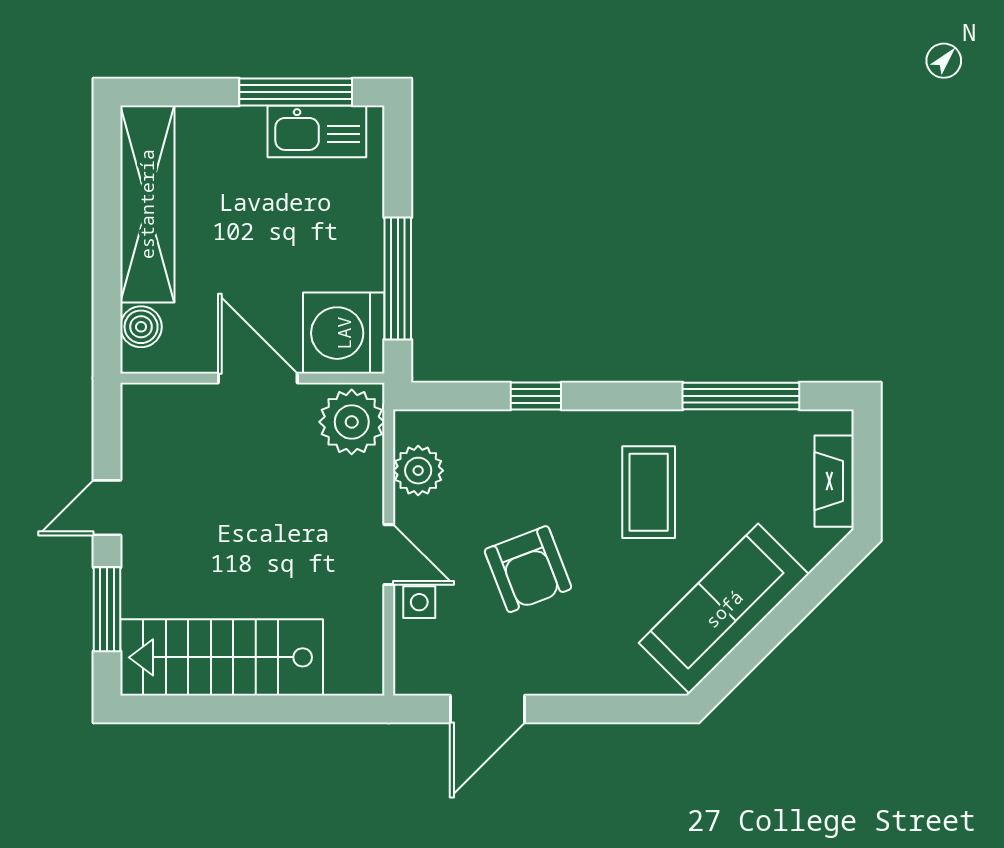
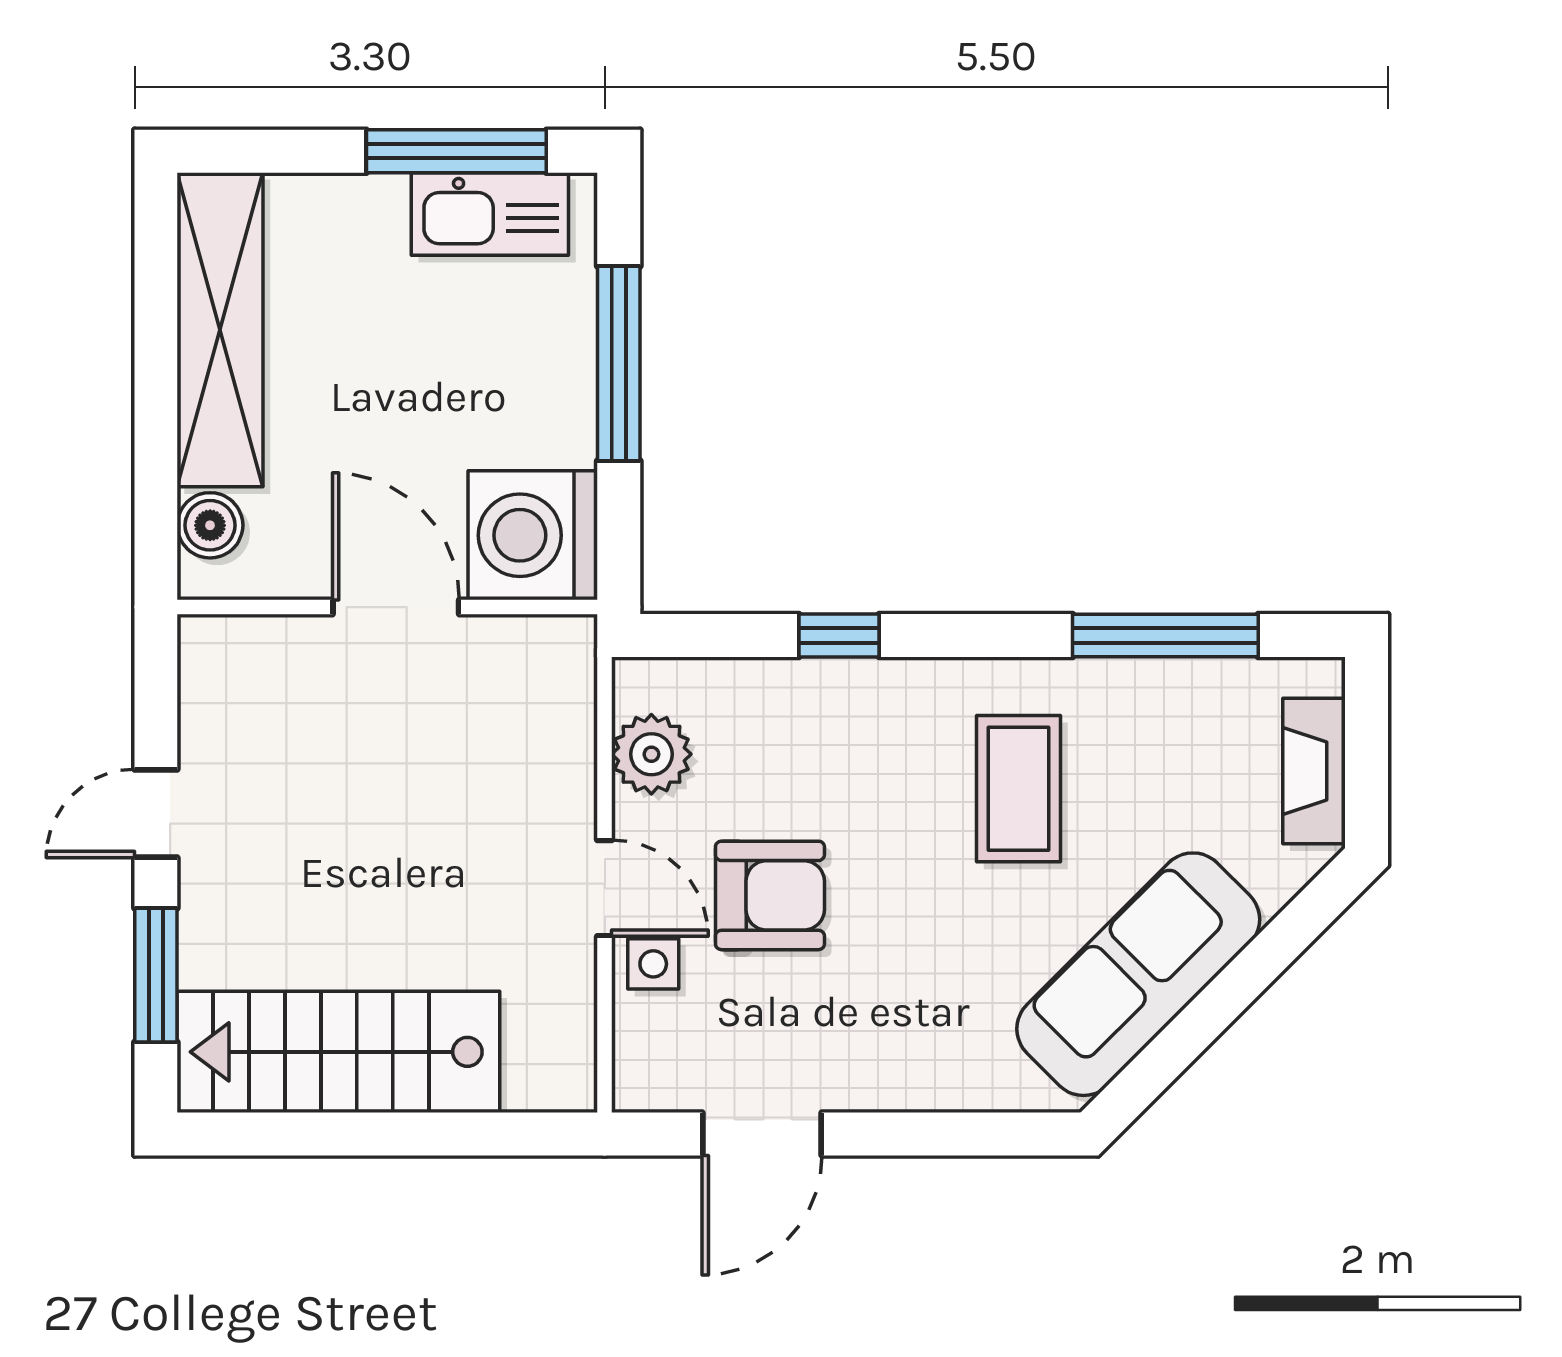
window: (398, 279) -> (619, 364), moved
plant: (352, 422) -> (546, 677), removed
armchair: (528, 569) -> (770, 895), moved, turned -69

